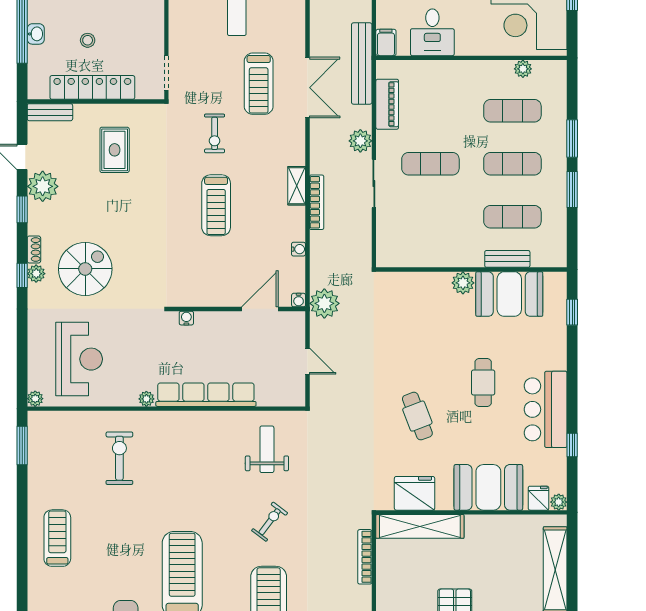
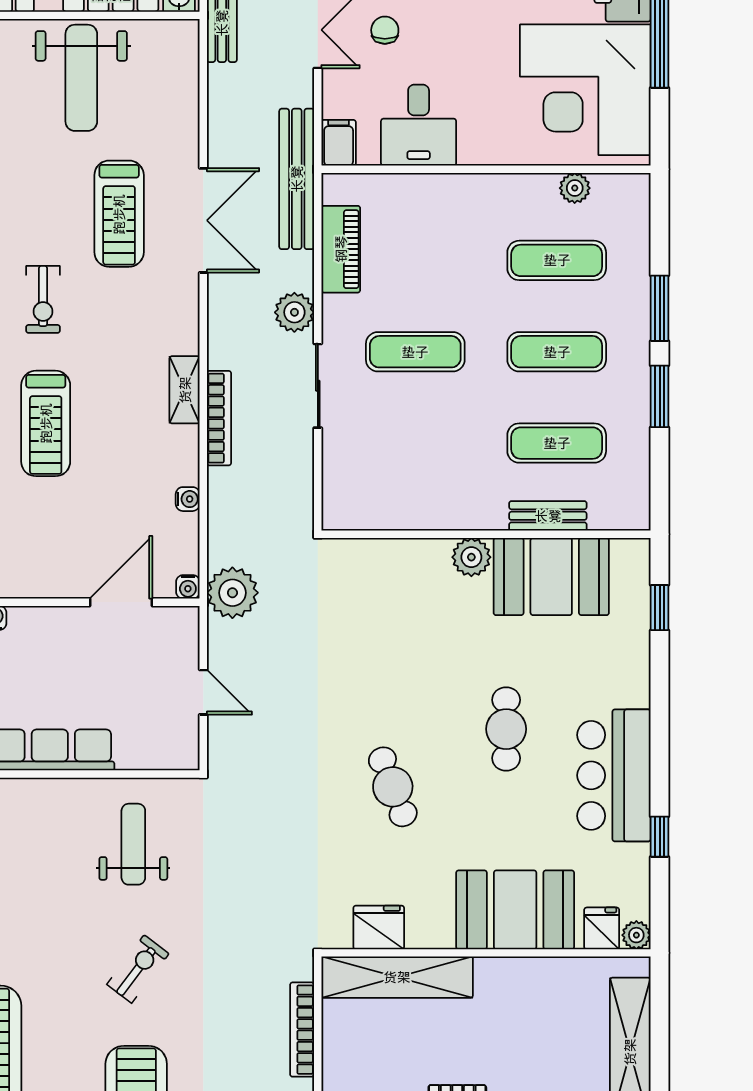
fridge: (415, 493) -> (379, 927), width x0.73, depth x0.75

